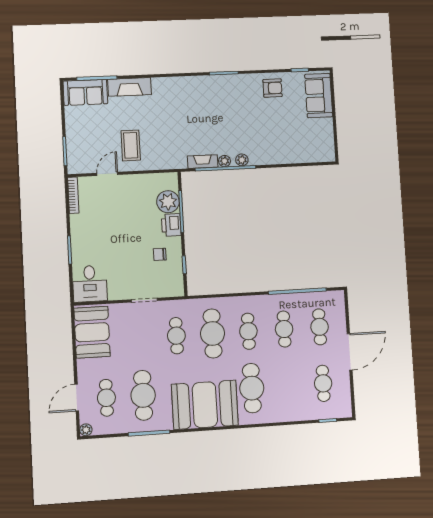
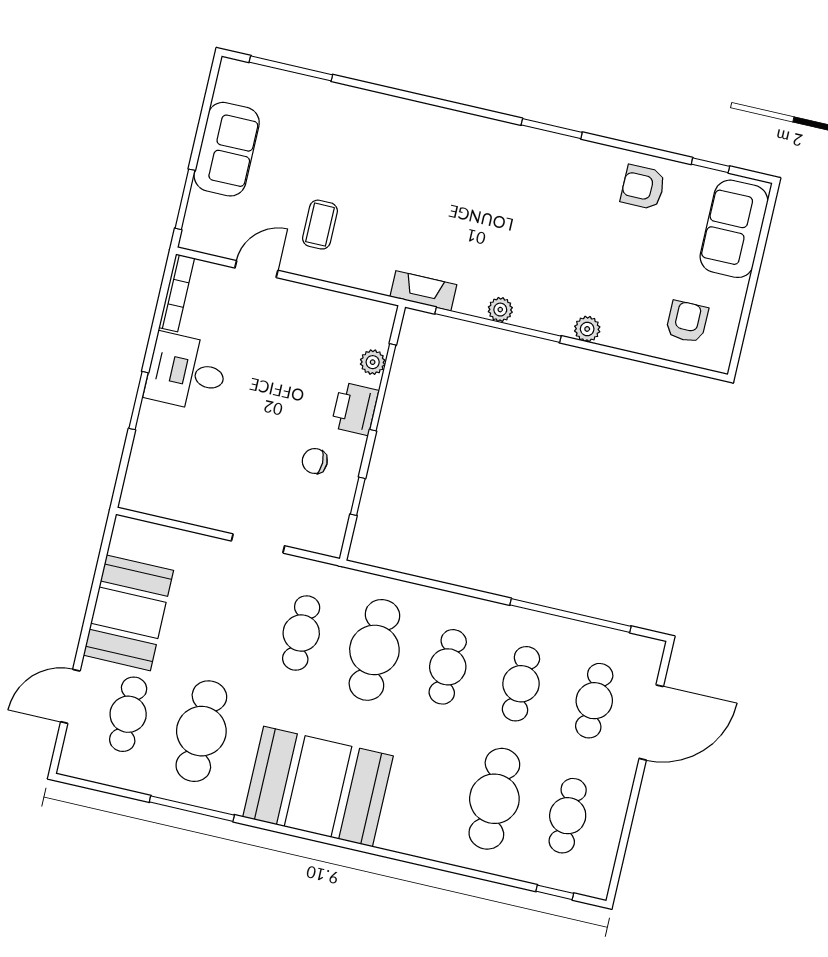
fireplace: (129, 87) -> (352, 105), removed
armchair: (273, 88) -> (643, 187), turned 180
sofa: (85, 92) -> (227, 149), moved, turned -90
armchair: (310, 143) -> (687, 322), added
coffee table: (131, 145) -> (320, 225), width x0.73, depth x0.77
plant: (242, 160) -> (587, 329), moved
fireplace: (203, 162) -> (423, 291), moved
plant: (168, 202) -> (373, 362), width x0.53, depth x0.53
desk: (90, 284) -> (187, 372), moved, turned 90
booth: (92, 332) -> (128, 613), moved
door: (350, 352) -> (651, 722), moved
cafe table: (252, 388) -> (494, 799), moved
plant: (86, 430) -> (70, 765), removed

